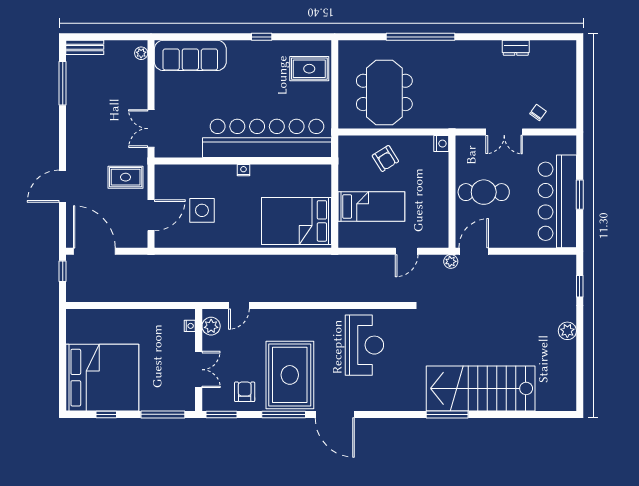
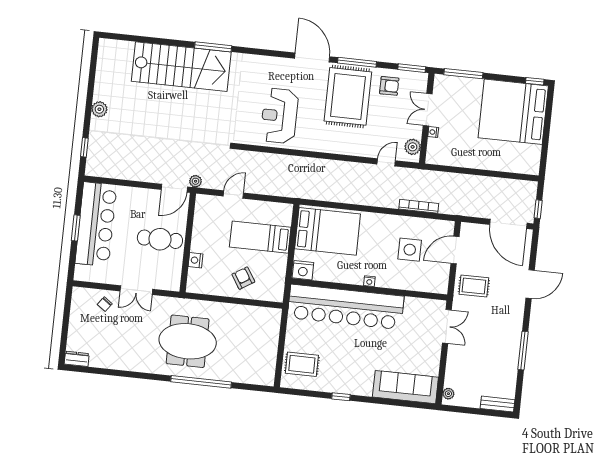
dresser: (516, 48) -> (77, 359), moved
window: (63, 83) -> (523, 351), moved
meeting table: (384, 92) -> (188, 341), moved, turned 90
double door: (504, 132) -> (136, 290), swing flipped
nightstand: (441, 144) -> (196, 260), moved
nightstand: (319, 174) -> (303, 270), added
bookcase: (197, 260) -> (419, 206), added
nightstand: (190, 326) -> (433, 132), moved
armchair: (245, 392) -> (389, 86), turned -90
window: (106, 414) -> (535, 81), moved

